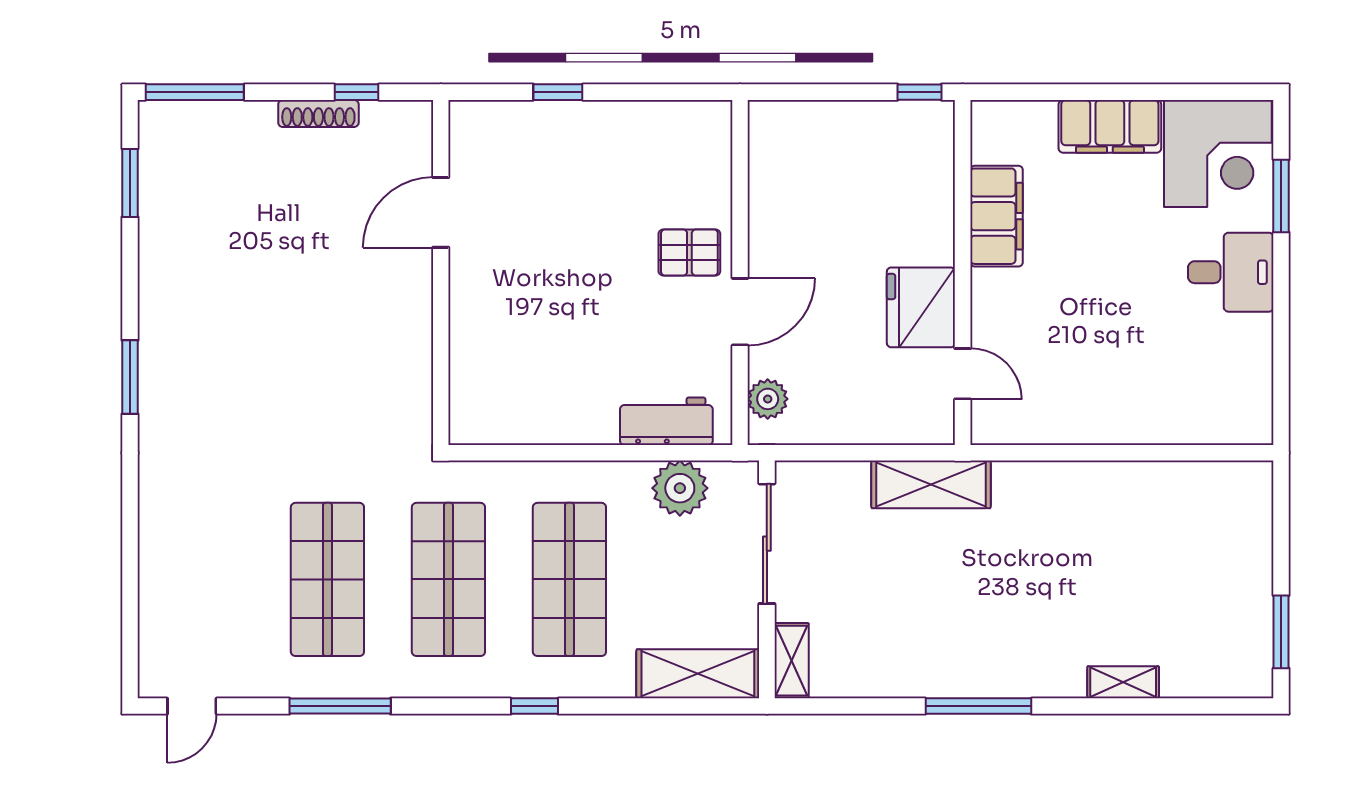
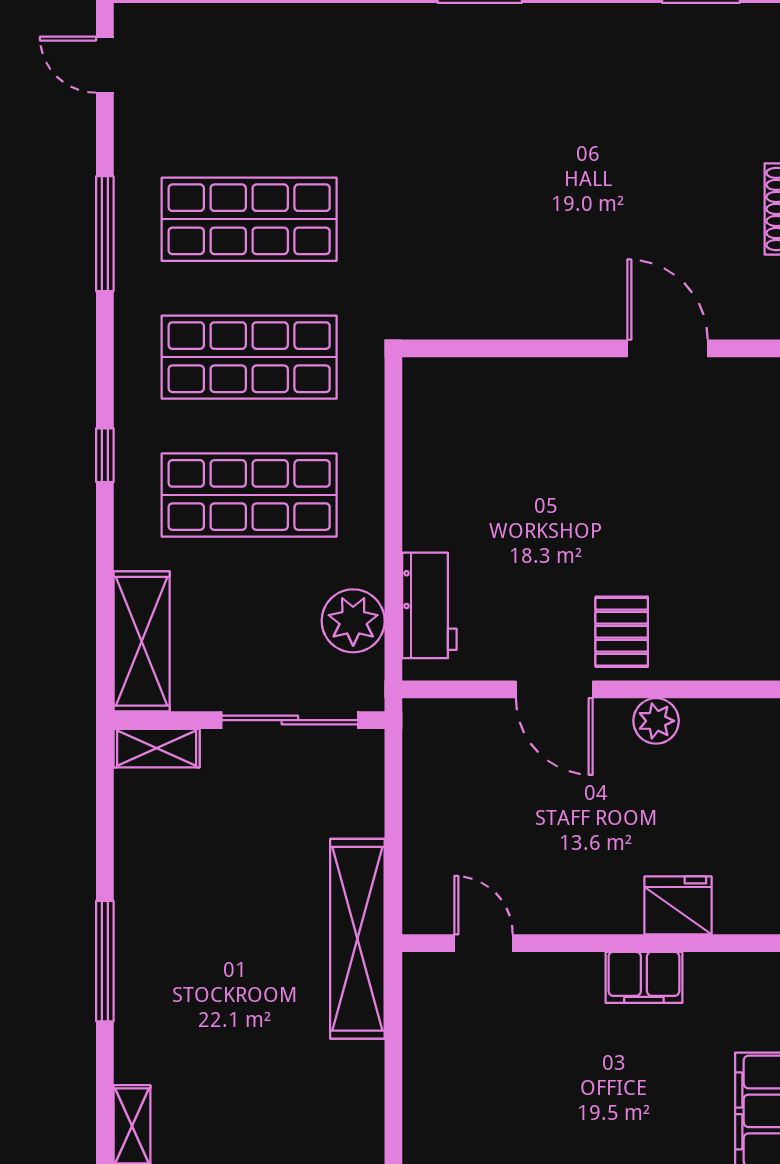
filing cabinet: (996, 216) -> (644, 977), width x0.67, depth x0.86
fridge: (921, 307) -> (678, 905), moved, width x0.73, depth x0.75
door: (963, 374) -> (484, 943), swing flipped
plant: (768, 399) -> (656, 721), moved
shelving: (931, 484) -> (357, 939), width x1.47

